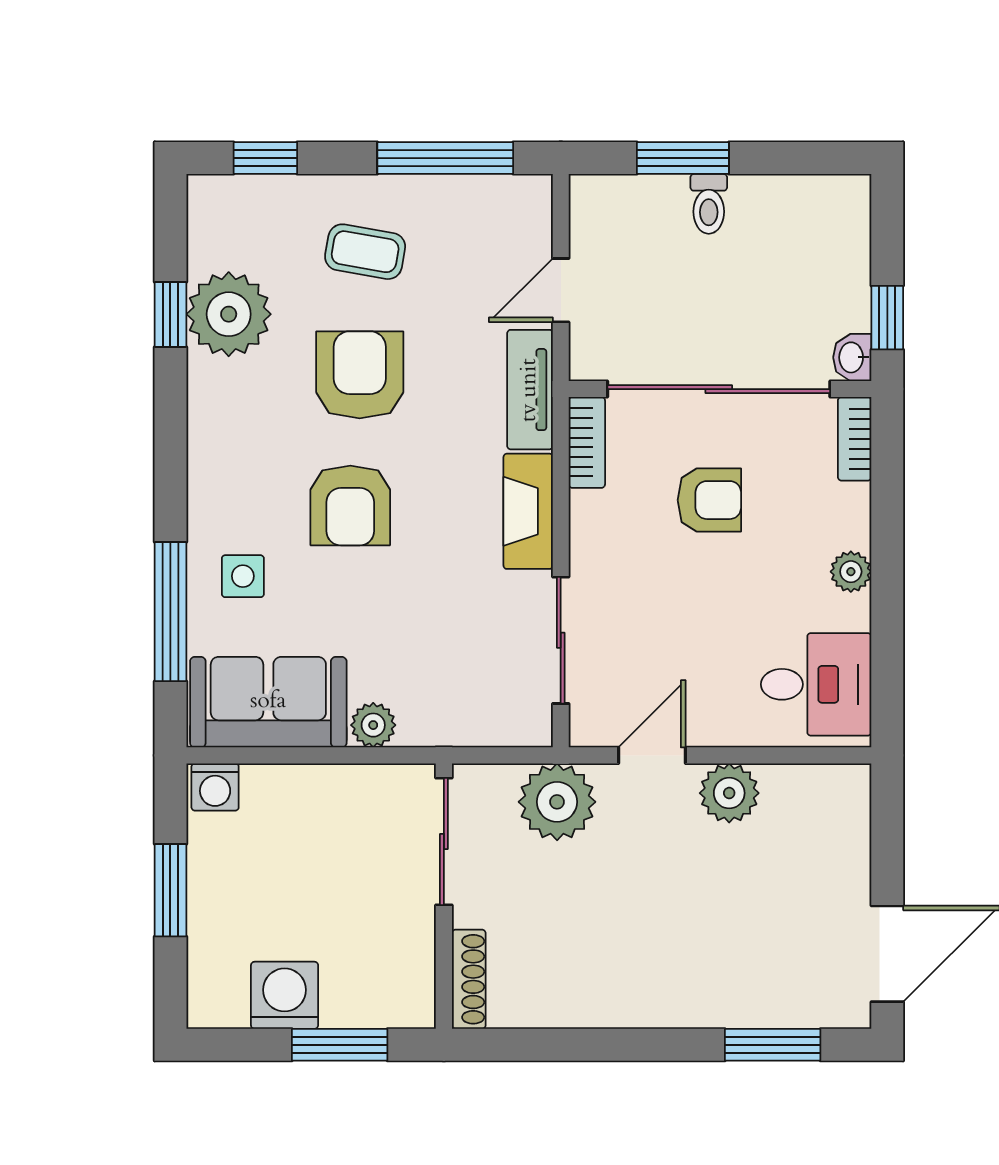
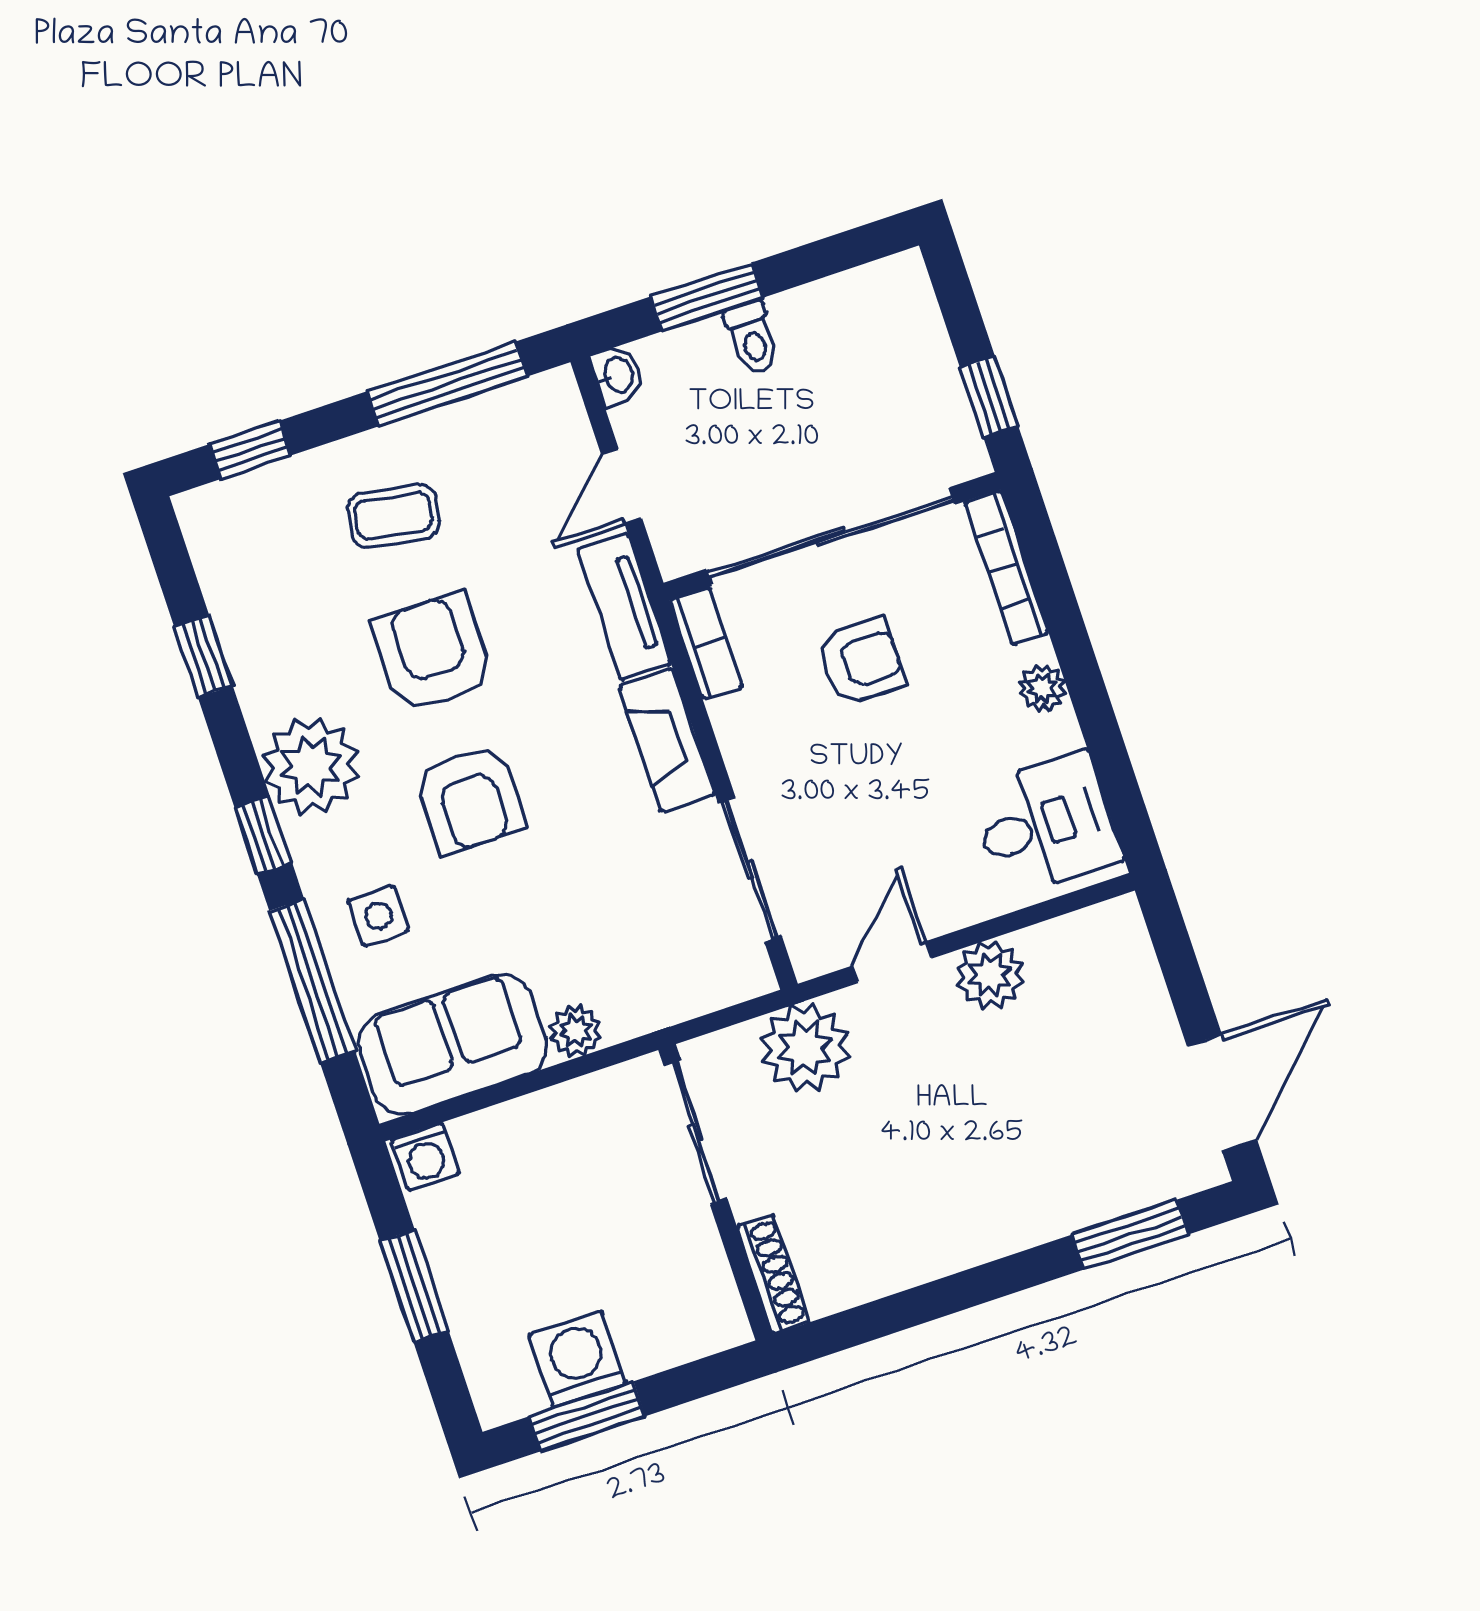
plant: (229, 314) -> (311, 766), moved
washbasin: (852, 357) -> (617, 375), moved, turned 180
bookcase: (855, 439) -> (1006, 567), width x1.56
window: (170, 478) -> (263, 835), added
window: (340, 1045) -> (587, 1416), moved

